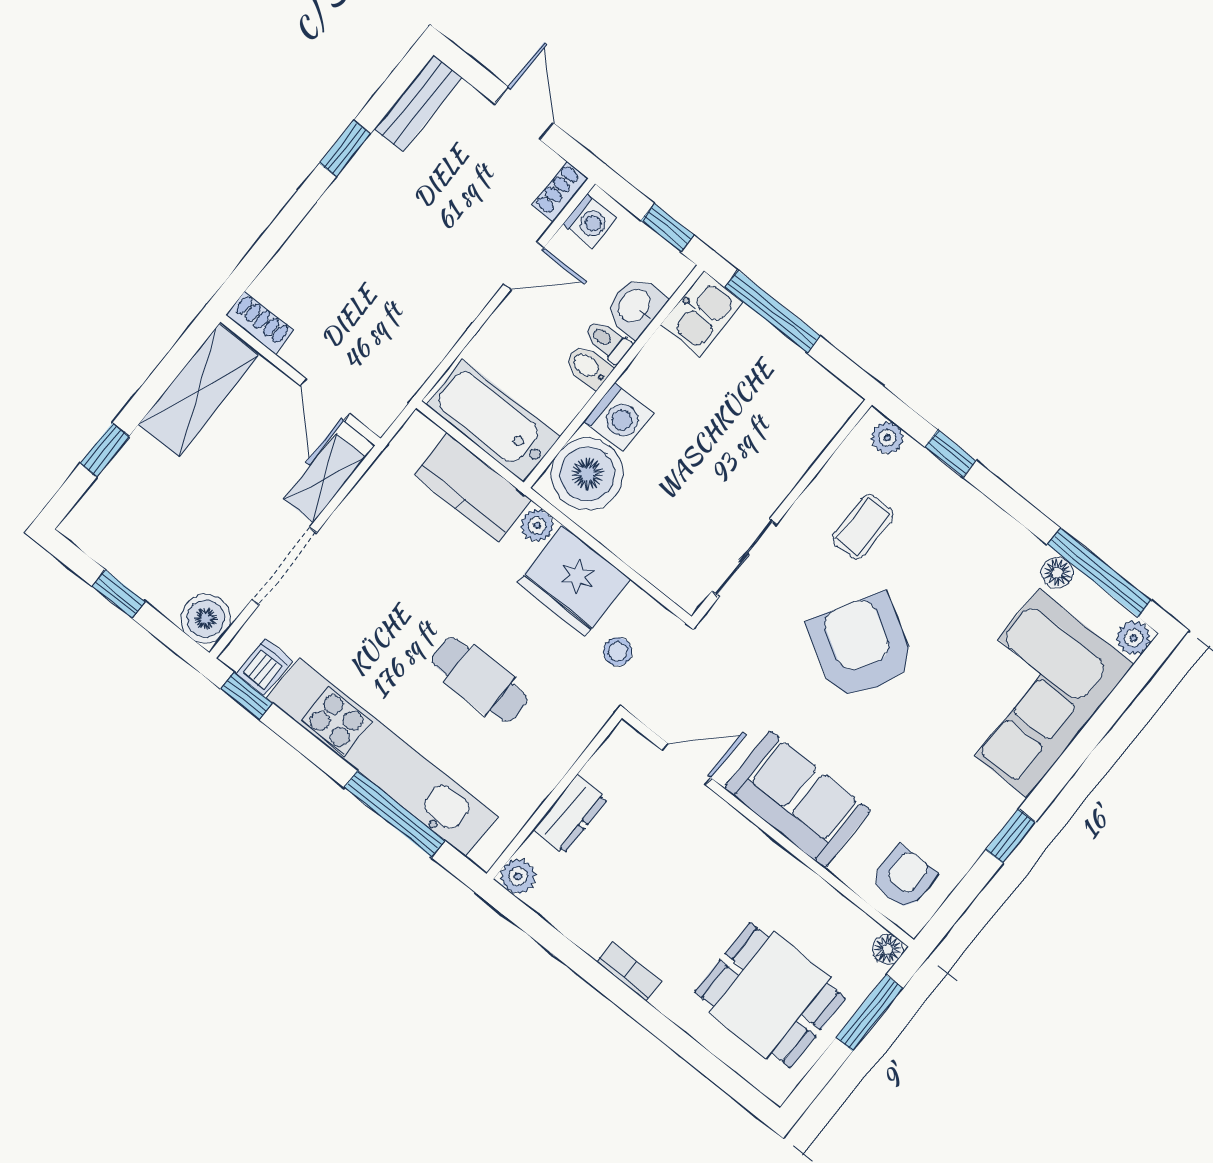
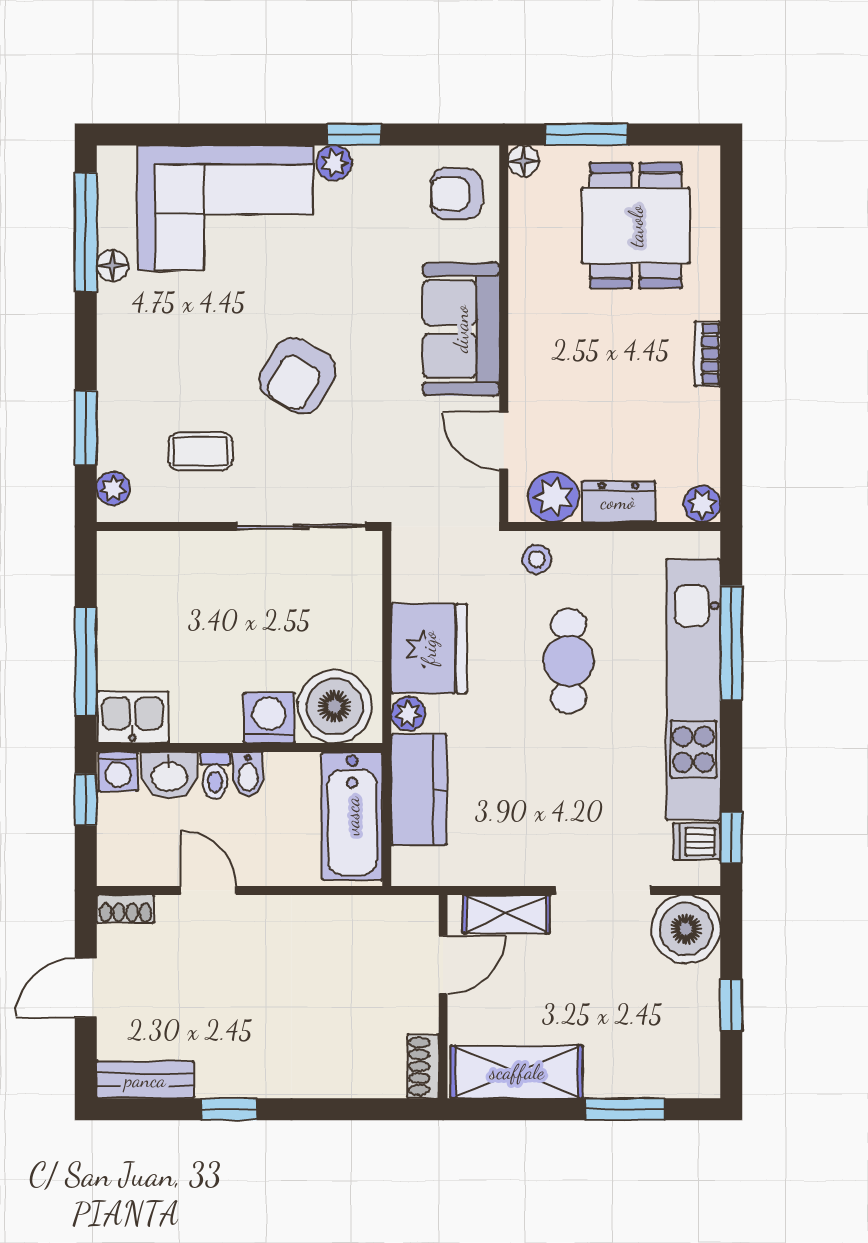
washing machine: (590, 221) -> (118, 772), moved, turned 180
window: (104, 450) -> (625, 1109), width x1.50
window: (950, 454) -> (86, 428), width x1.50
sliding door: (744, 558) -> (301, 527), width x1.37
boiler: (206, 619) -> (686, 929), width x1.37, depth x1.37
plant: (1134, 638) -> (334, 163), moved
armchair: (861, 646) -> (298, 376), width x0.73, depth x0.73
stool: (618, 652) -> (537, 559), moved
plant: (614, 767) -> (553, 497), added

